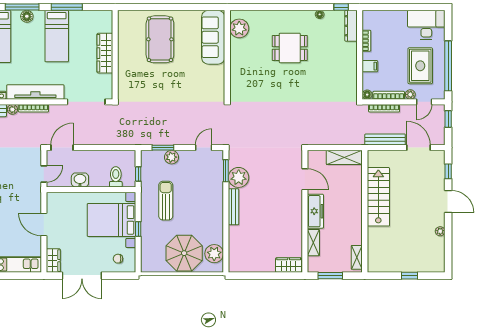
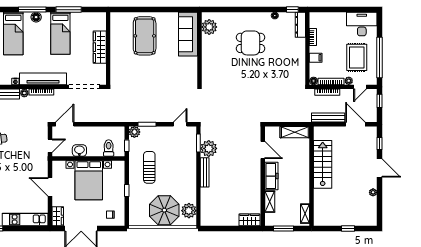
plant: (171, 157) -> (134, 132), moved
bed with nightstands: (111, 220) -> (89, 180), moved, turned -90

